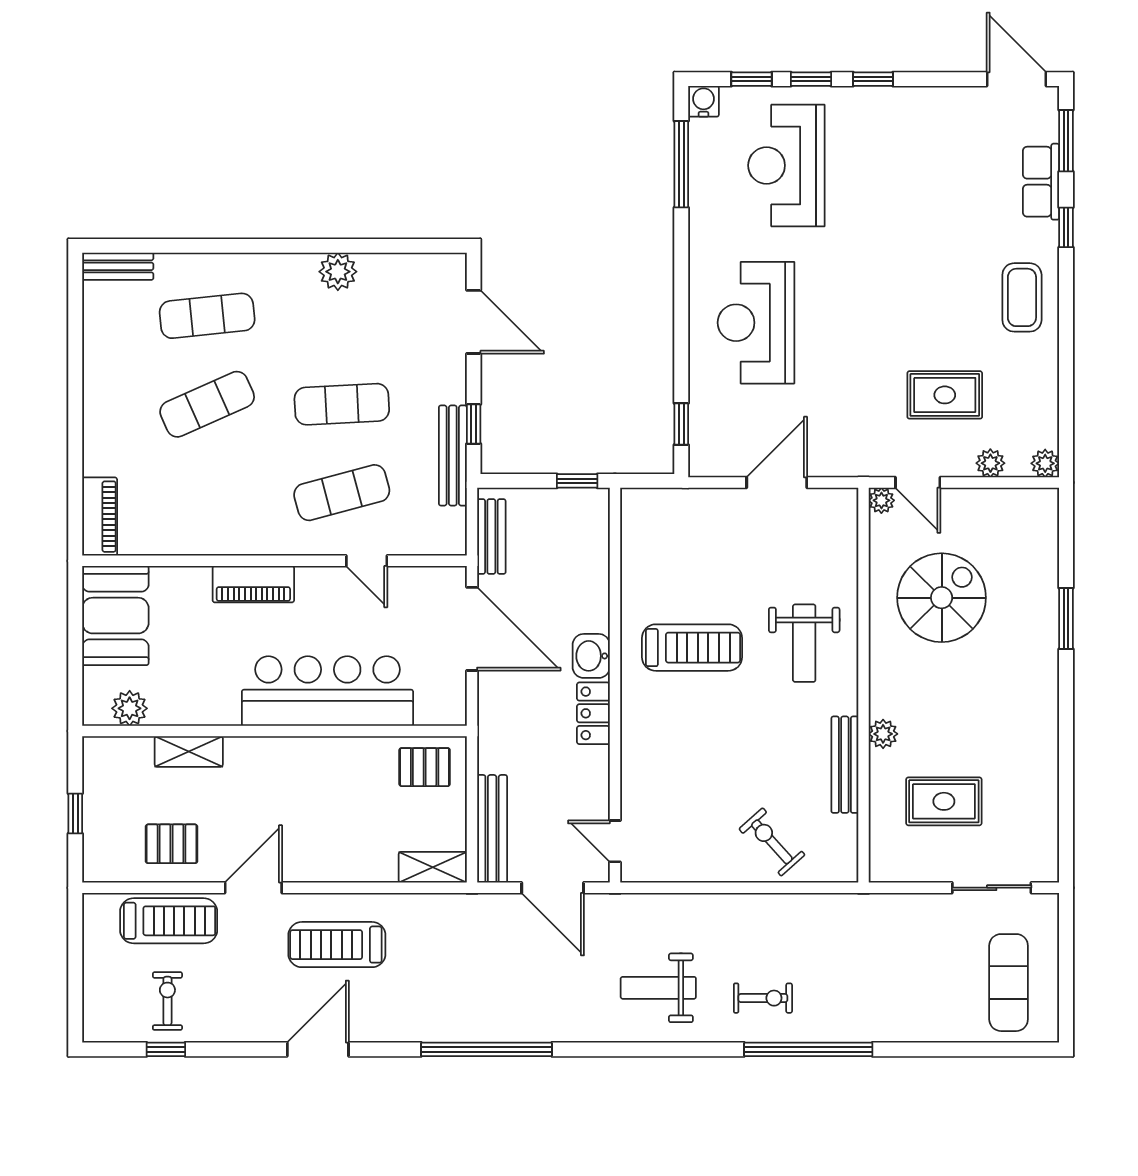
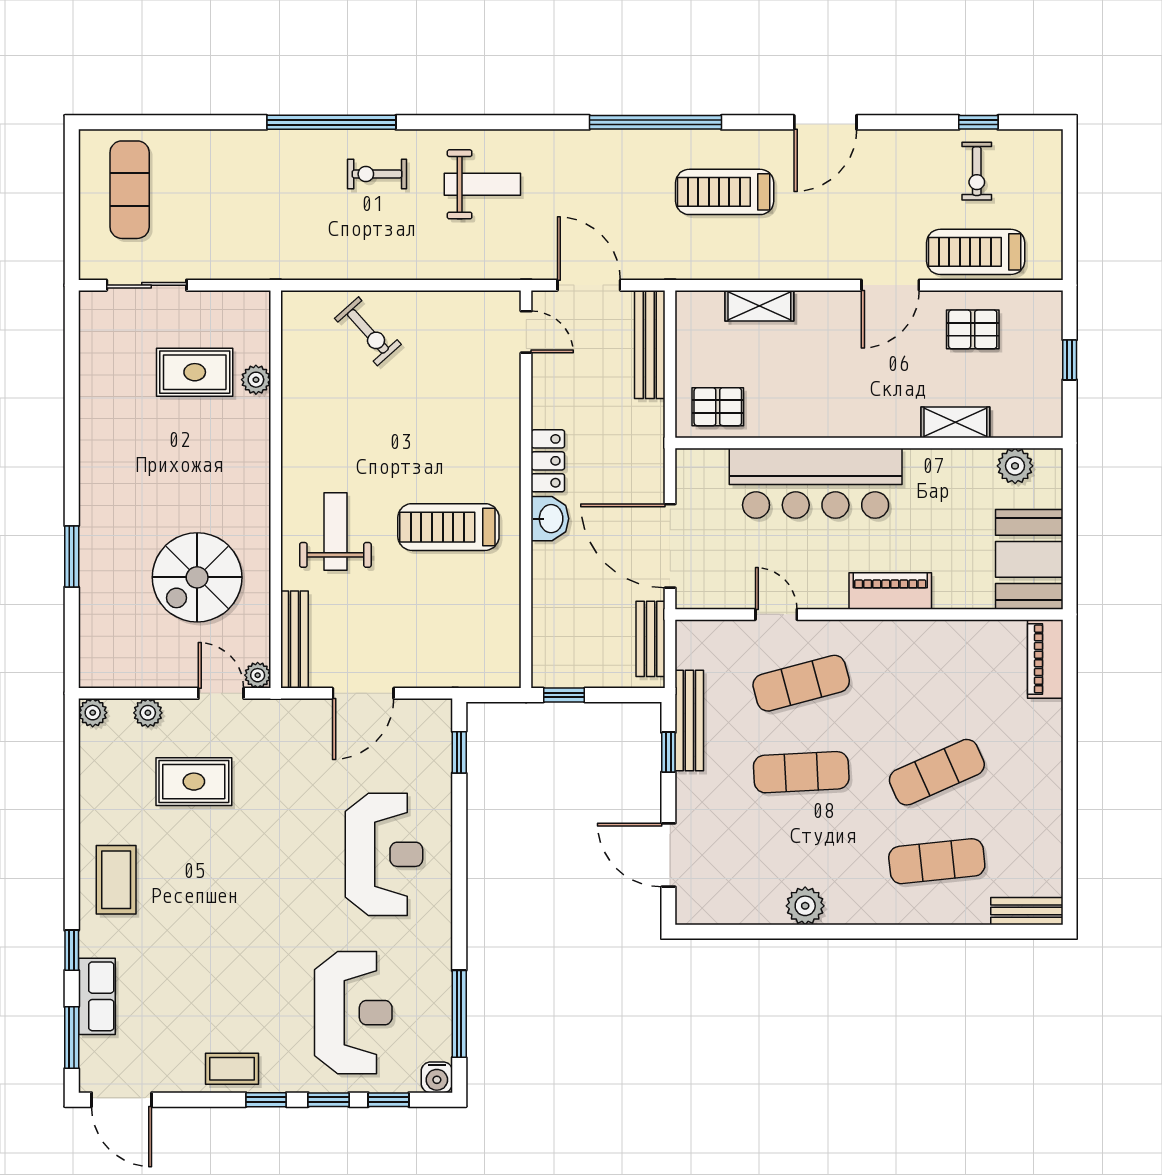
coffee table: (907, 110) -> (232, 1069), added
plant: (883, 734) -> (256, 380), moved
bench: (845, 765) -> (294, 640), moved
shelving: (433, 867) -> (759, 306), moved
treadmill: (337, 945) -> (725, 192), moved, turned 180

